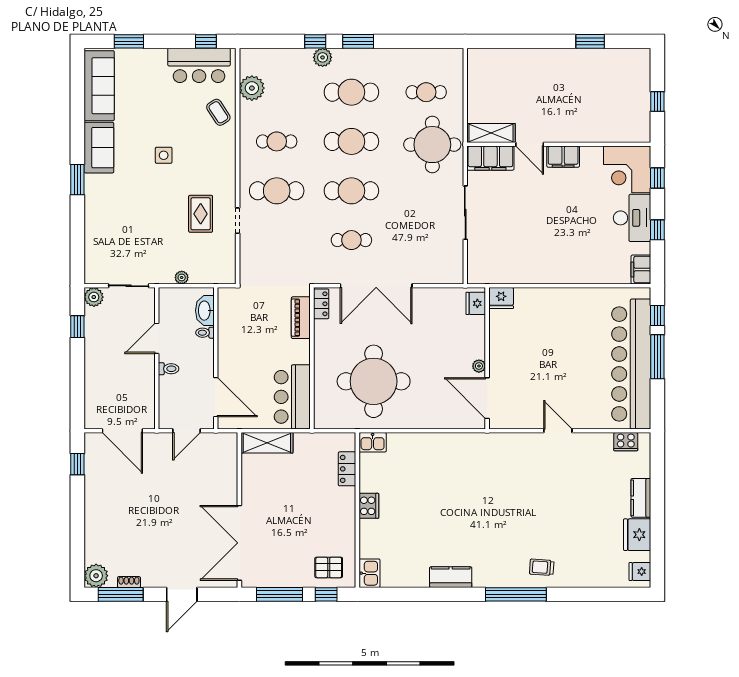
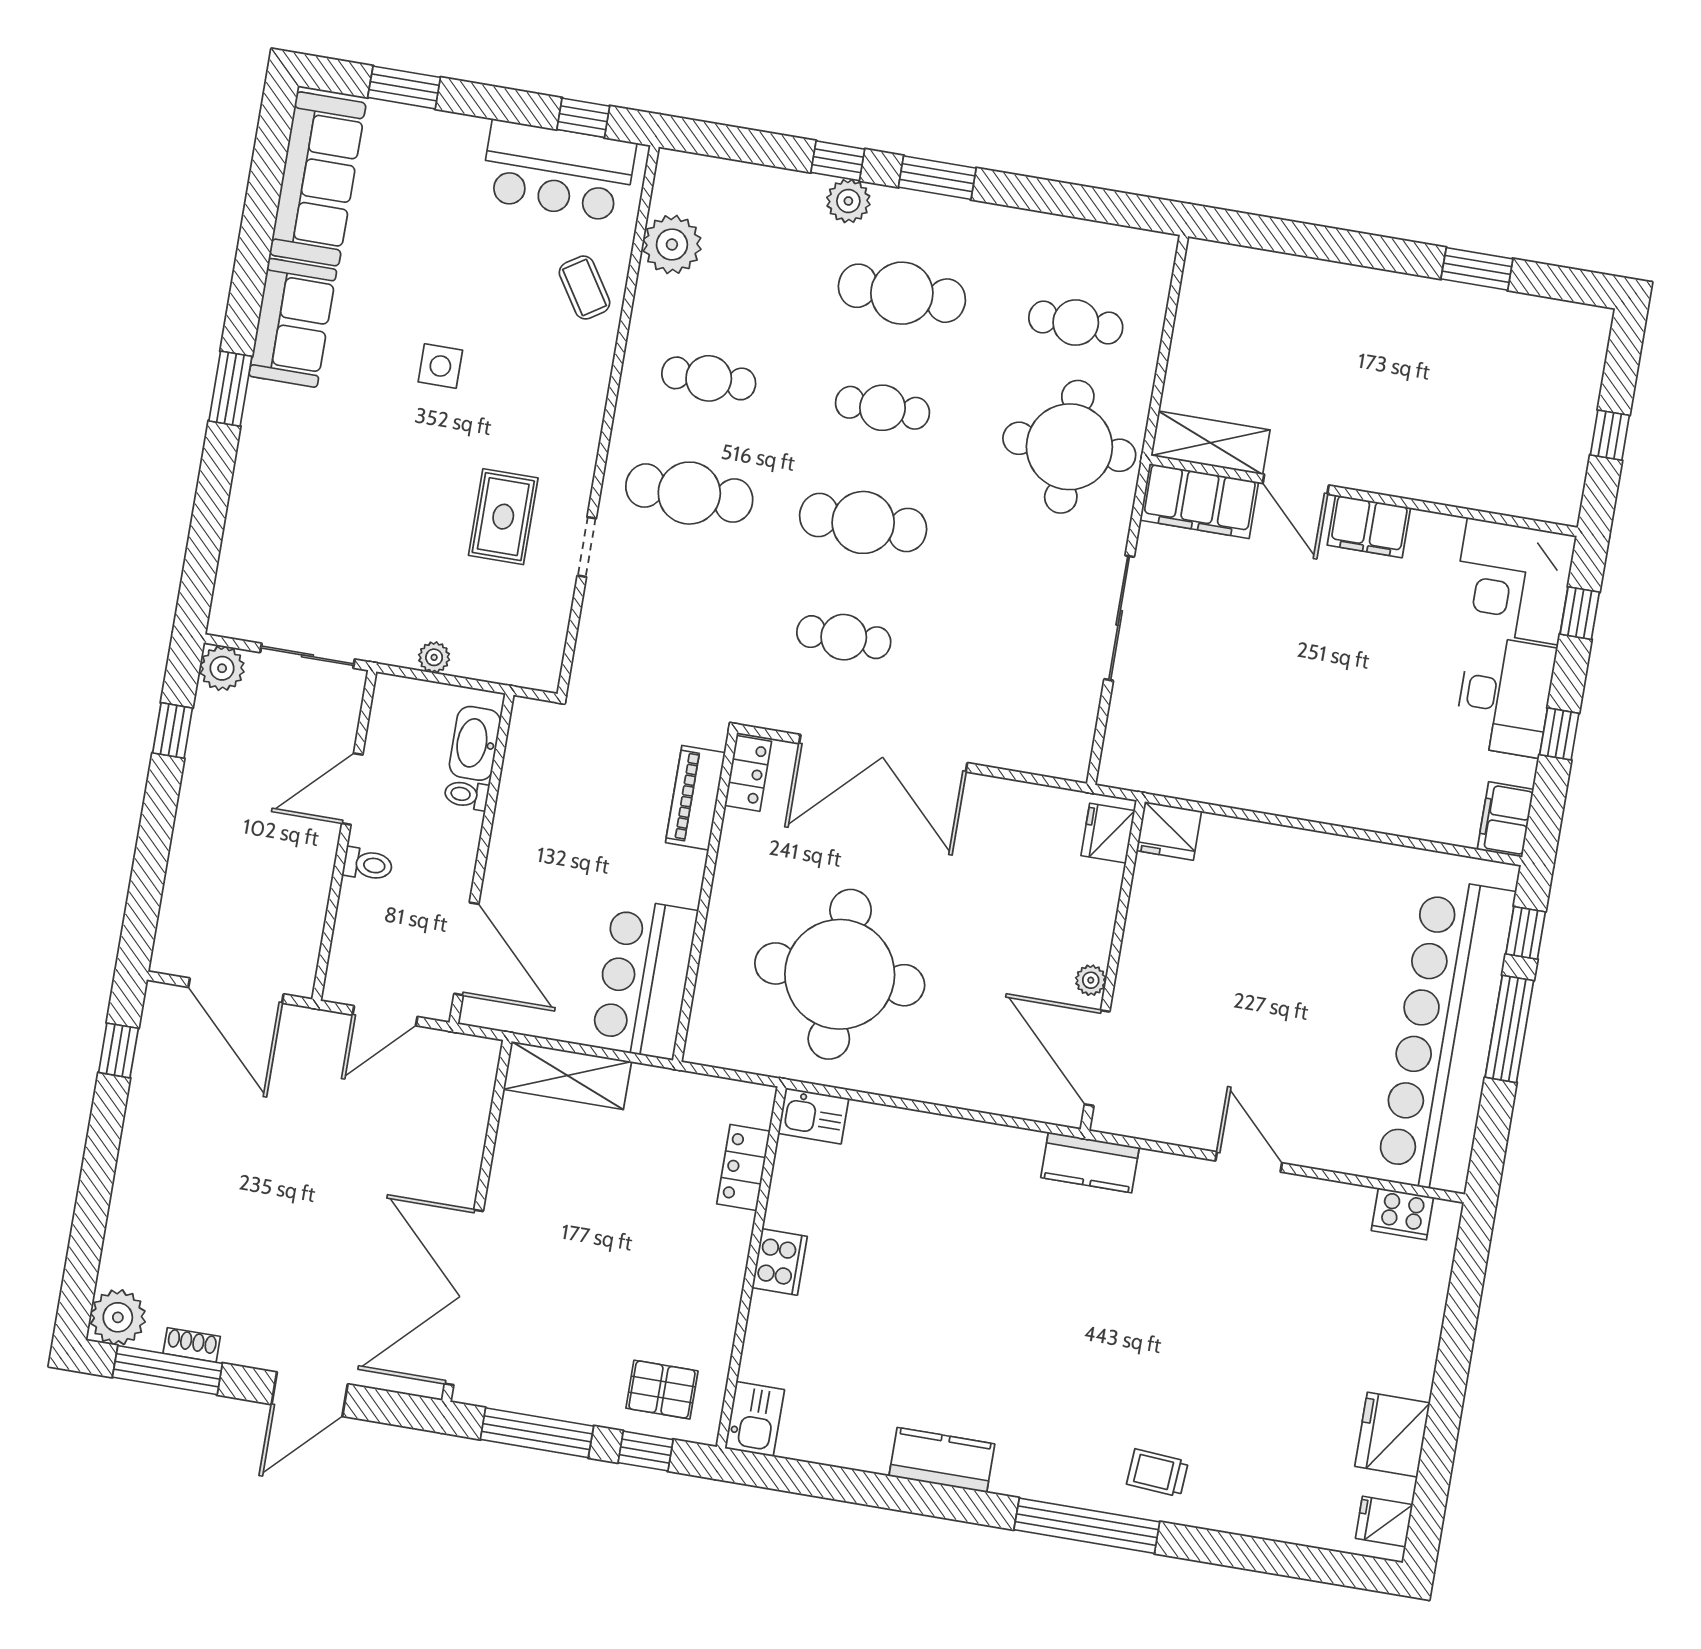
cafe table: (351, 141) -> (882, 408), width x0.73, depth x0.74
kitchen counter: (641, 498) -> (1090, 1162), moved, turned -90

